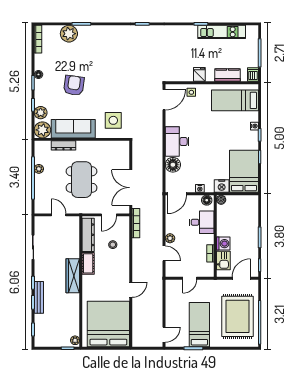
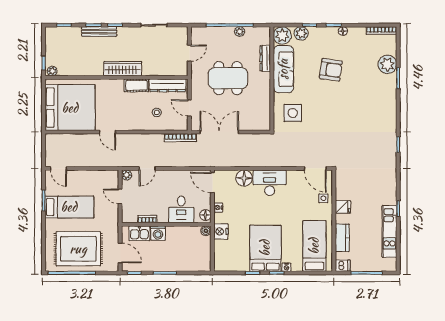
bed: (244, 171) -> (265, 248), moved, turned -90
plant: (170, 238) -> (127, 175), moved

